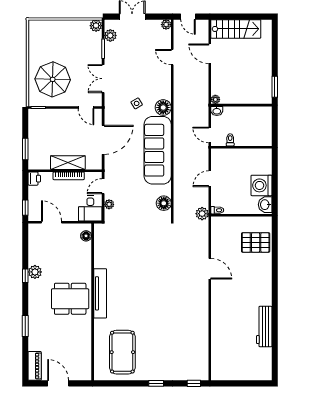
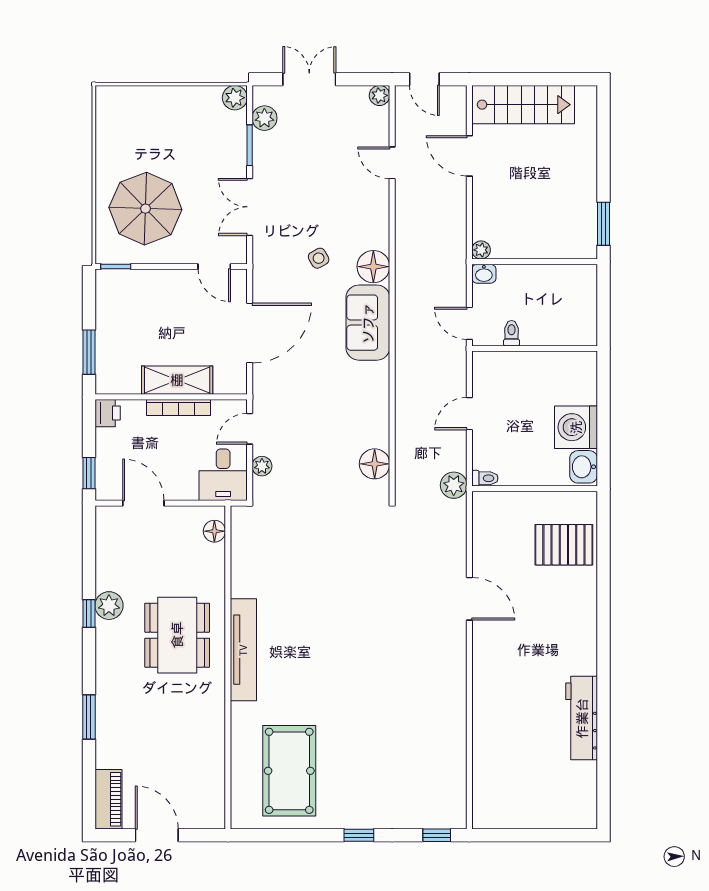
sofa: (158, 150) -> (368, 323), width x0.54, depth x0.79
dining table: (70, 299) -> (177, 635), moved, turned 90

